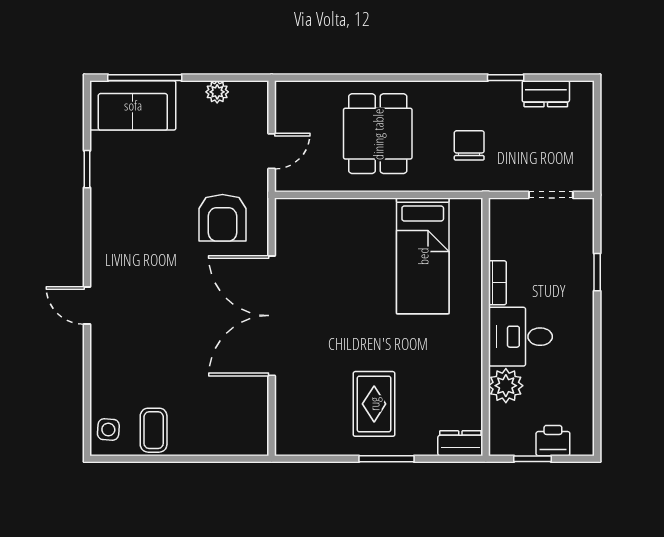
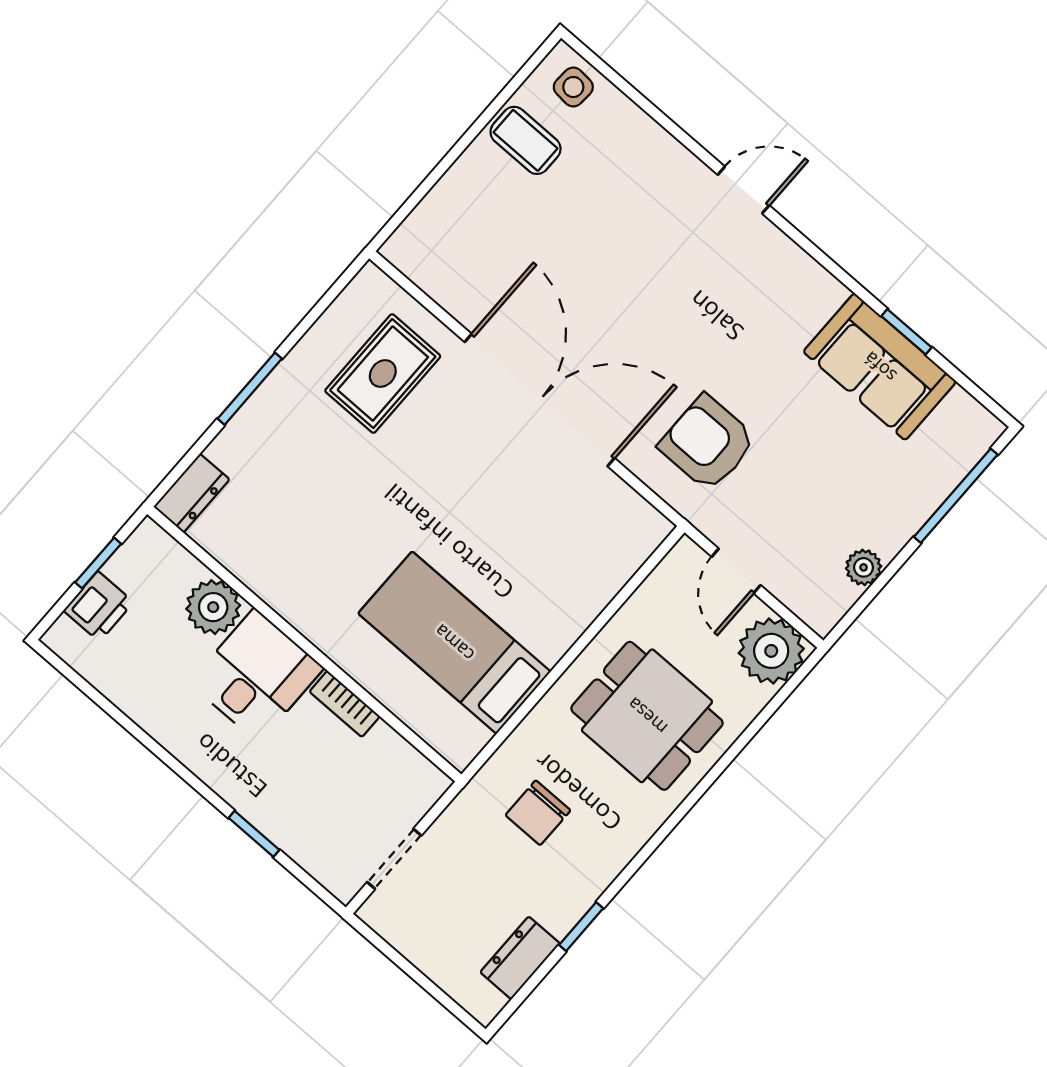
plant: (295, 101) -> (771, 651), added
sofa: (133, 105) -> (880, 367), moved, turned -90
chair: (469, 145) -> (538, 813), turned 90
rug: (374, 404) -> (383, 374), moved, turned 90

